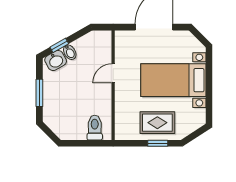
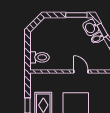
window: (39, 93) -> (76, 15), moved

